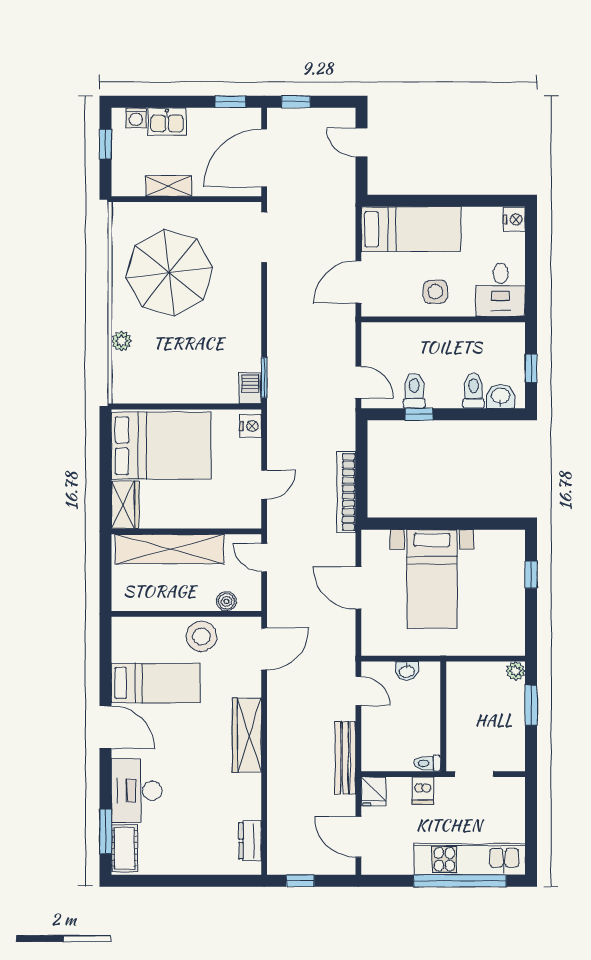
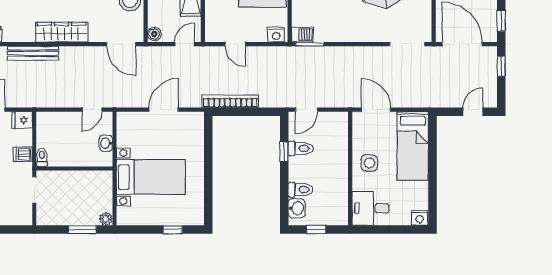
bed with nightstands: (432, 579) -> (151, 177), moved, turned 180
boiler: (226, 601) -> (154, 34), moved
bench: (345, 758) -> (33, 53), moved

